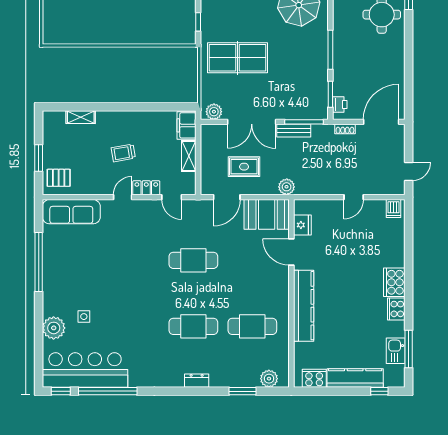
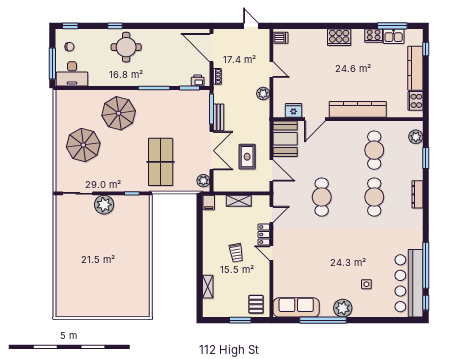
filing cabinet: (186, 125) -> (209, 202), width x0.50
plant: (287, 187) -> (263, 94), moved
sofa: (71, 212) -> (296, 307), moved, turned -90
cooker: (396, 309) -> (374, 36), moved
plant: (54, 328) -> (343, 308), moved
dresser: (197, 381) -> (417, 194), width x1.44

